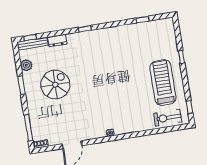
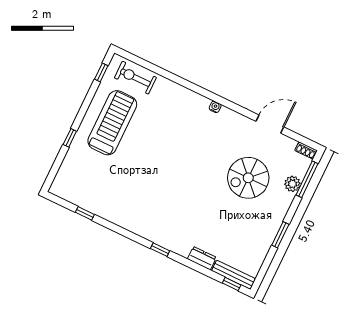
plant: (26, 65) -> (292, 184), moved
treadmill: (163, 83) -> (112, 123), turned 180
spiral stairs: (55, 85) -> (248, 178), moved
exercise bike: (168, 118) -> (135, 78), turned 180

